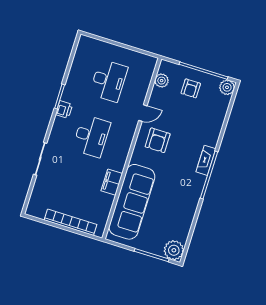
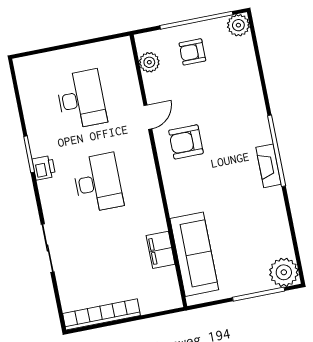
armchair: (191, 88) -> (192, 52), turned 90
armchair: (158, 140) -> (186, 142), turned 90
fireplace: (206, 160) -> (269, 166), moved
filing cabinet: (112, 182) -> (161, 250), moved
sofa: (132, 202) -> (194, 254), width x0.74, depth x0.79
bookcase: (71, 222) -> (101, 314), moved

